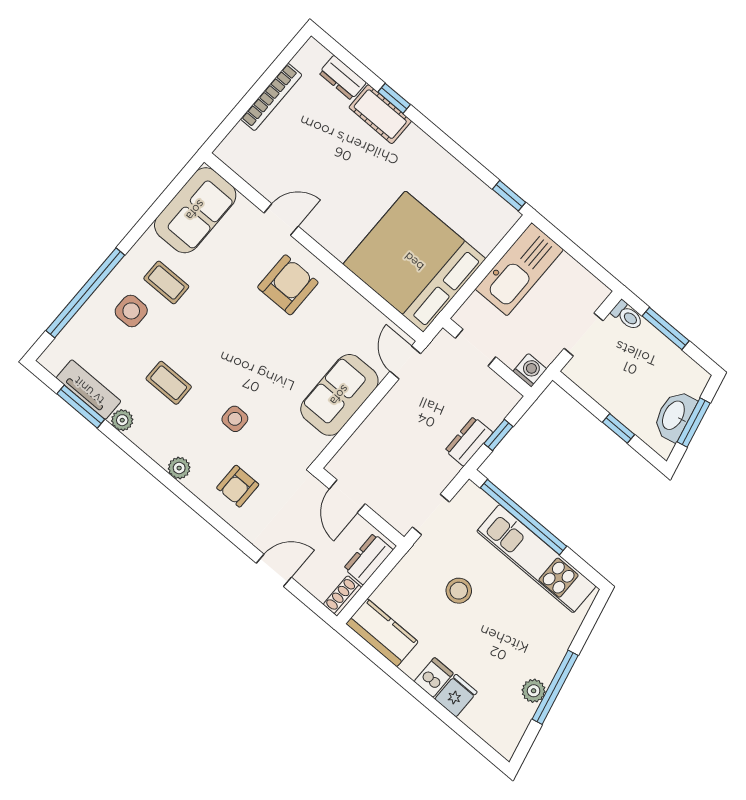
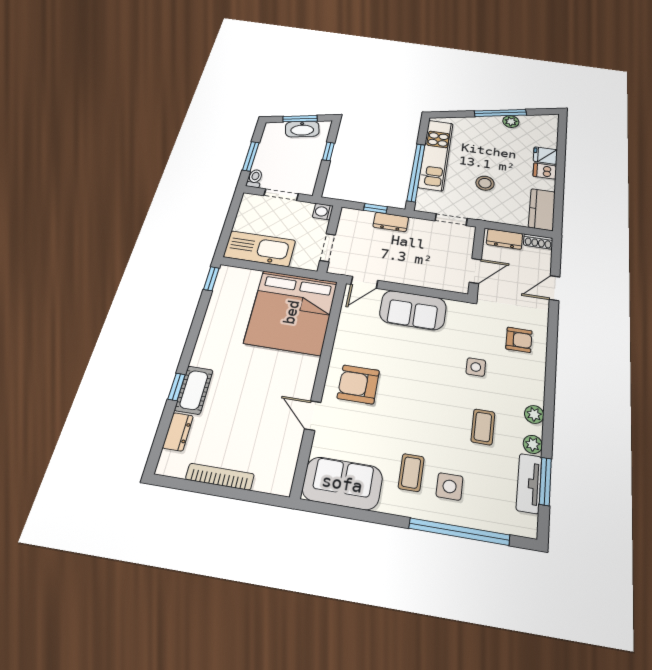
plant: (179, 468) -> (534, 414), moved
door: (274, 570) -> (555, 288), hinge flipped

